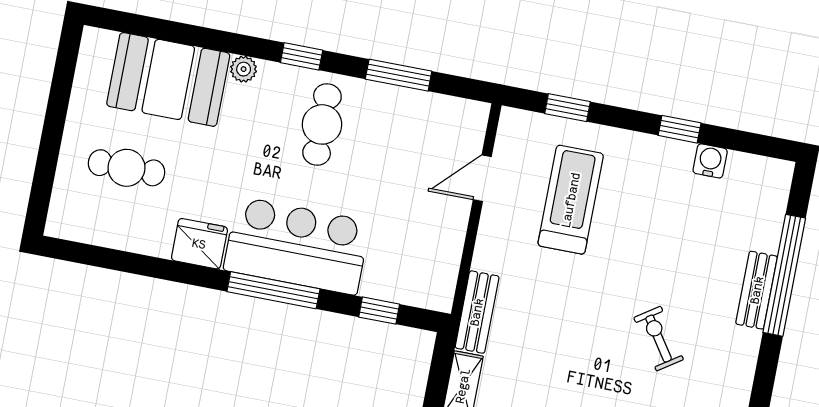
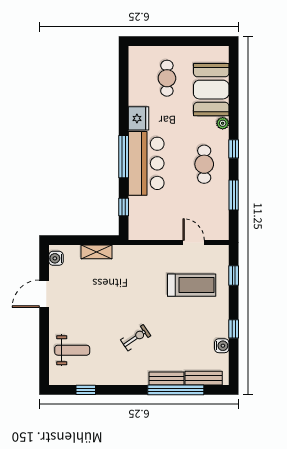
cafe table: (322, 124) -> (204, 164), turned 90
bench: (477, 312) -> (204, 378), moved

